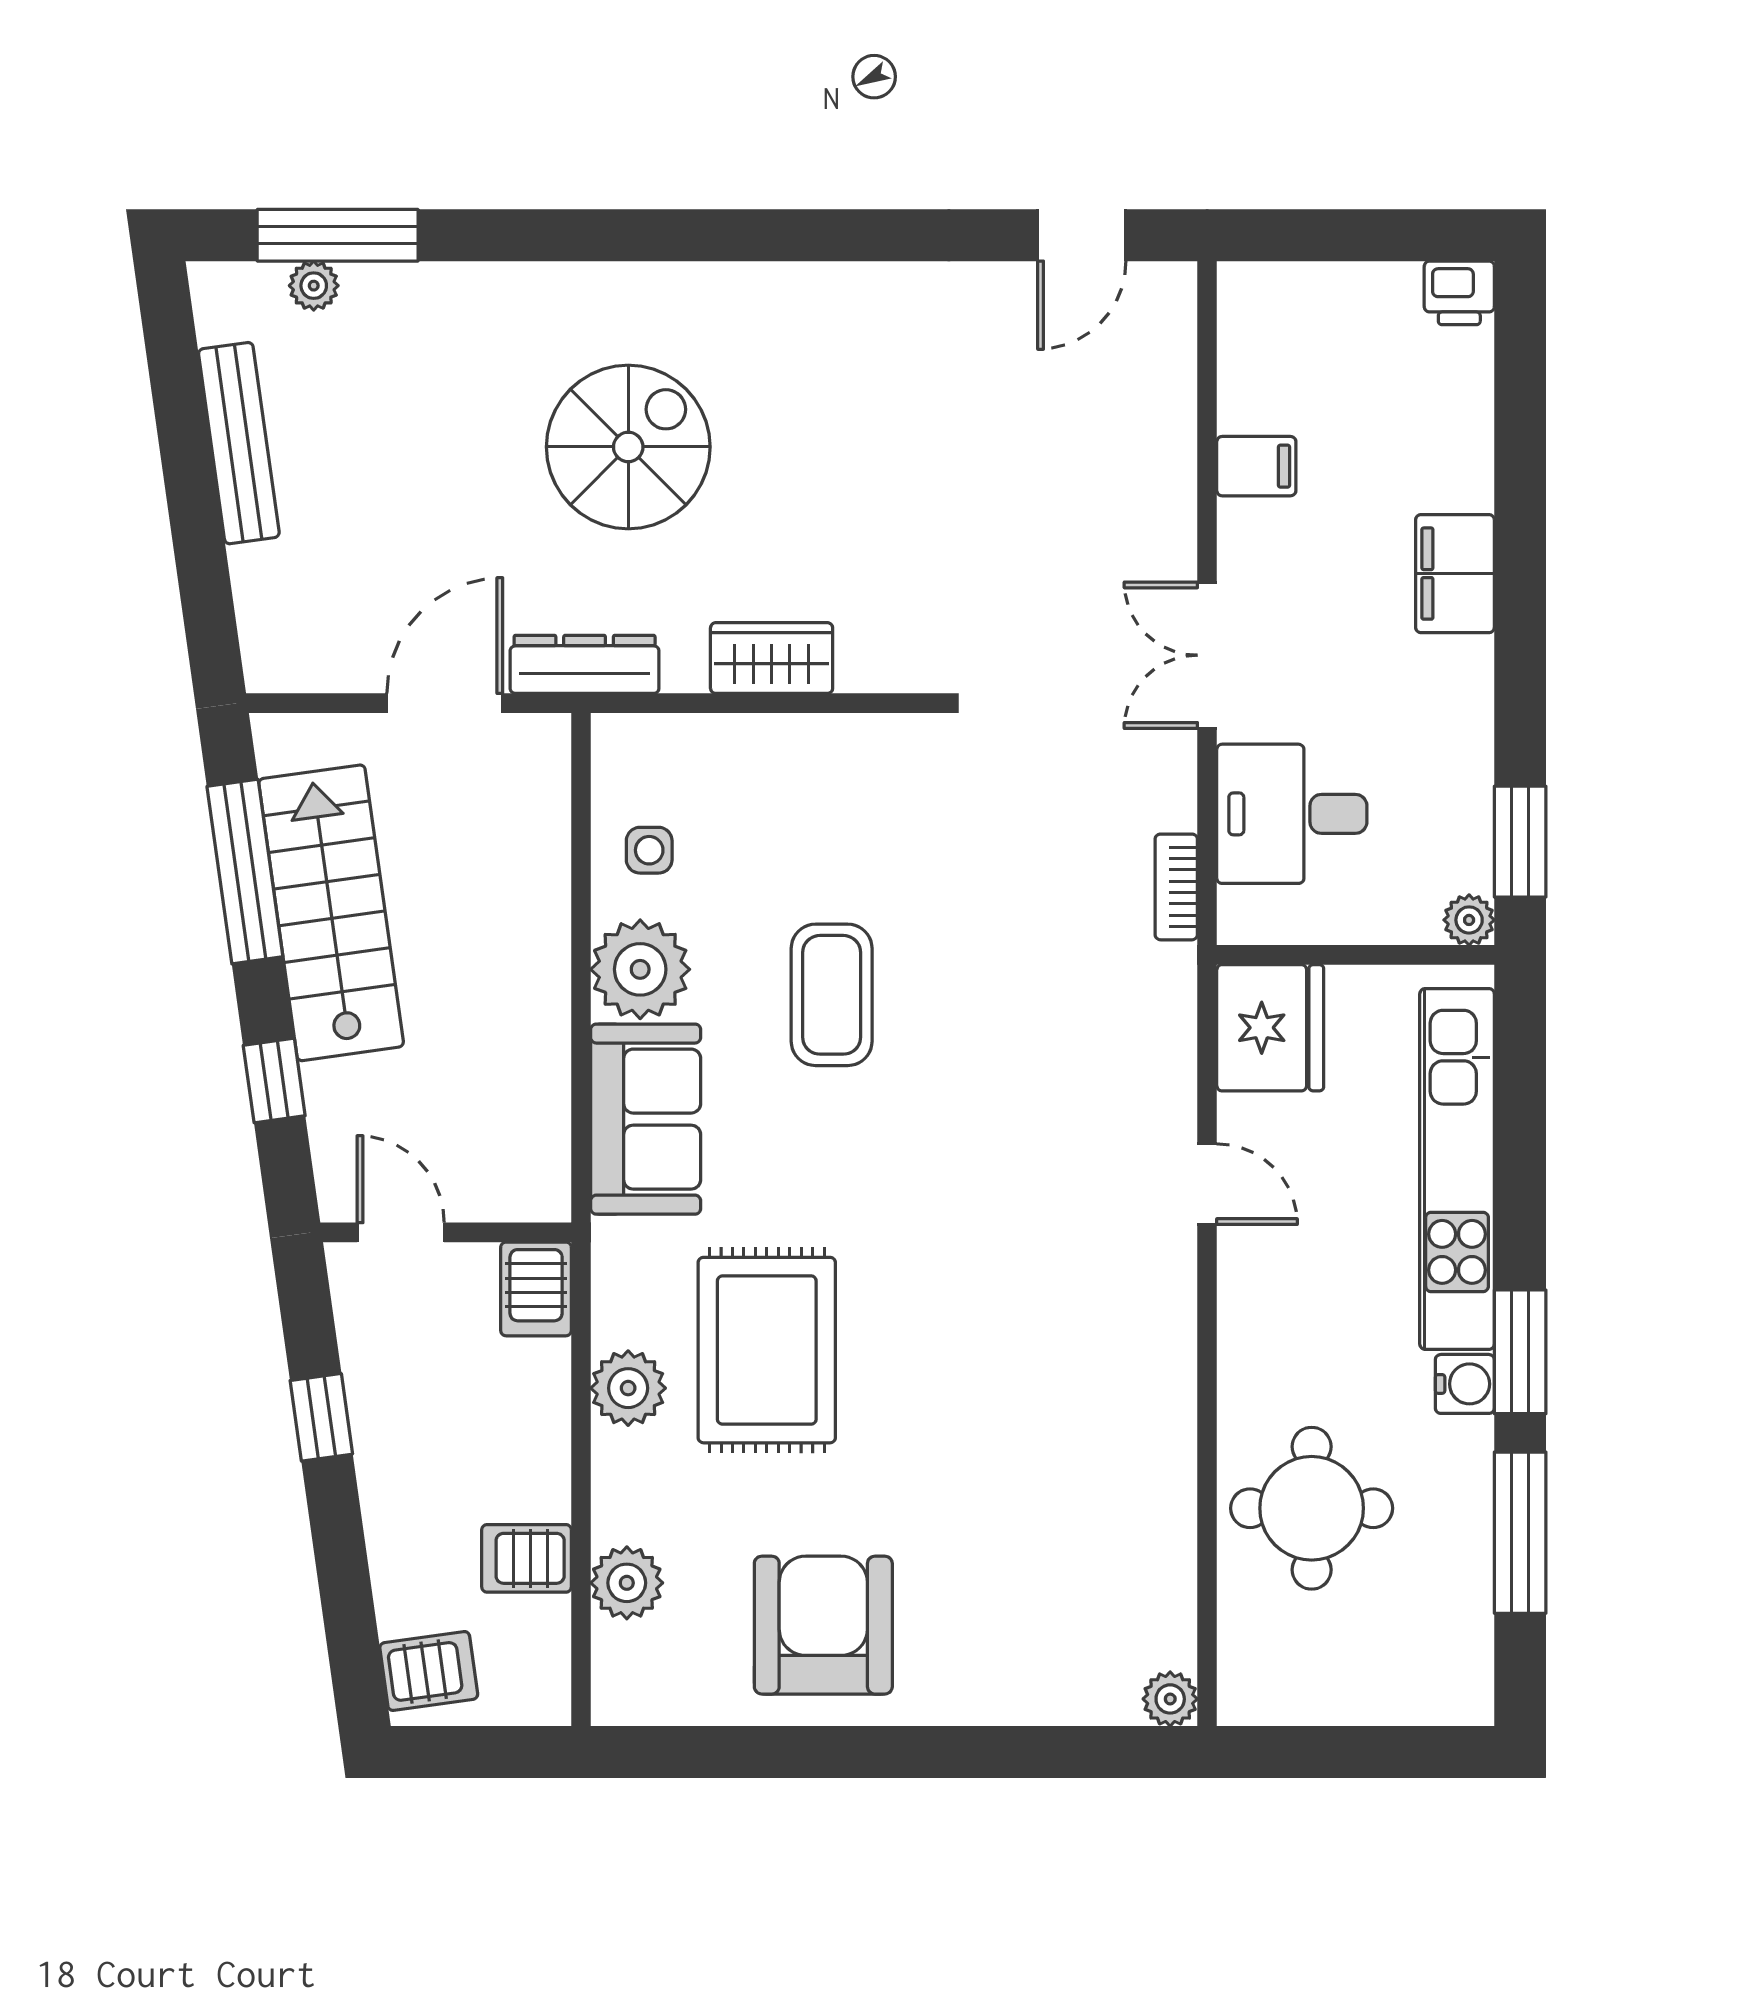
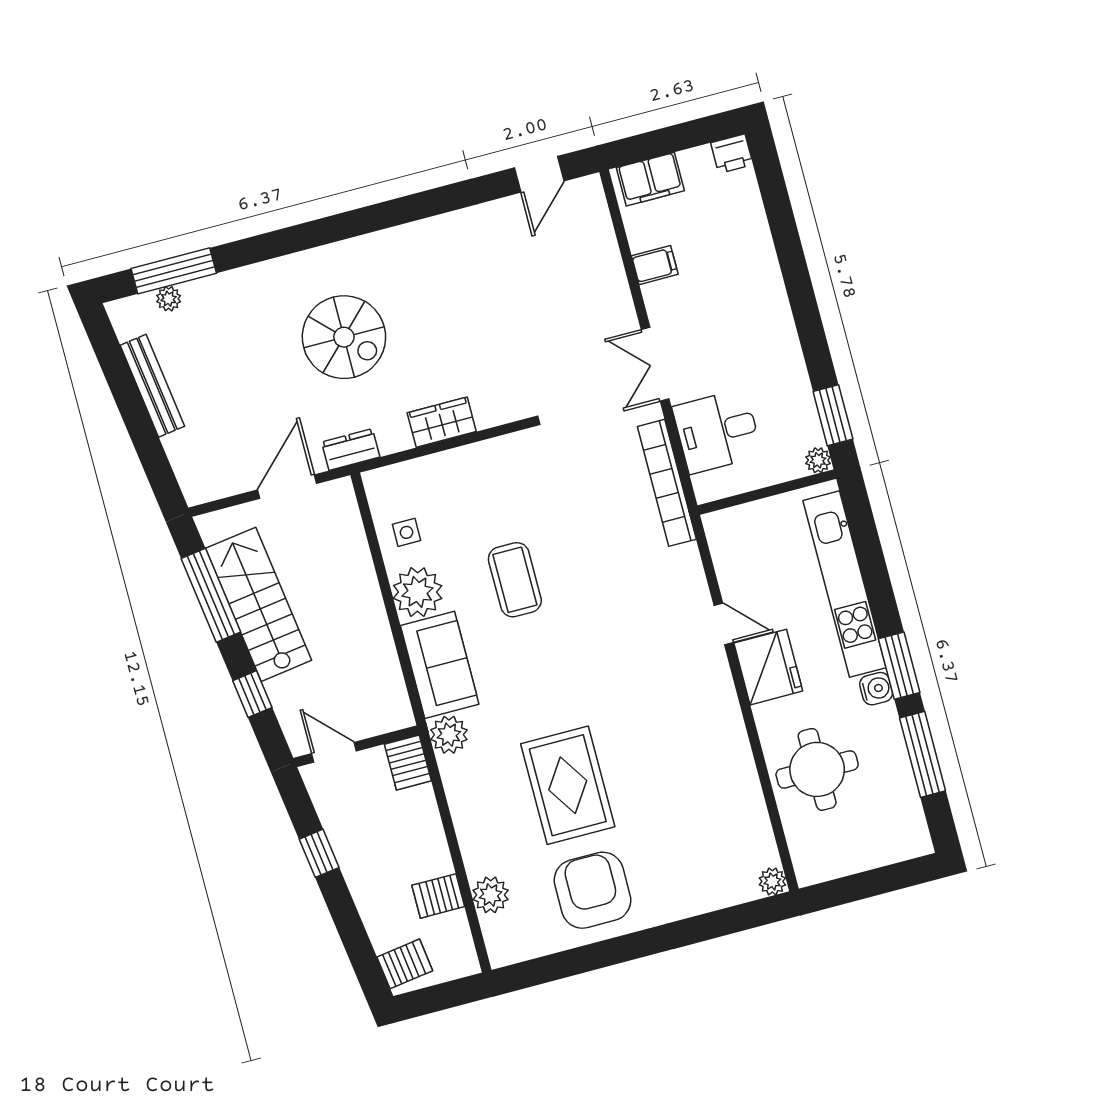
spiral stairs: (628, 447) -> (344, 337), turned 90
filing cabinet: (1455, 574) -> (650, 179), moved, turned -90
dresser: (585, 664) -> (351, 450), width x0.70
bookcase: (1176, 887) -> (667, 483), width x2.31, depth x1.31
fridge: (1270, 1028) -> (768, 667), moved
rug: (767, 1350) -> (568, 785), moved
plant: (628, 1388) -> (449, 735), moved

